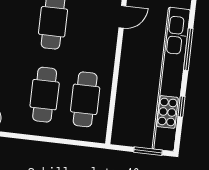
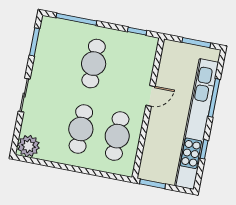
door: (122, 17) -> (150, 96), moved
window: (148, 151) -> (153, 184), moved

